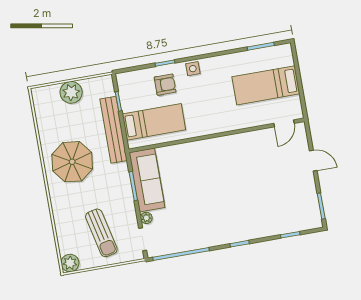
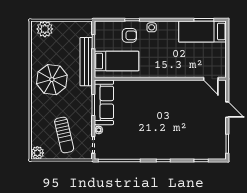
bed: (266, 85) -> (203, 32), moved
plant: (71, 92) -> (45, 29), moved
door: (284, 123) -> (211, 79), hinge flipped

